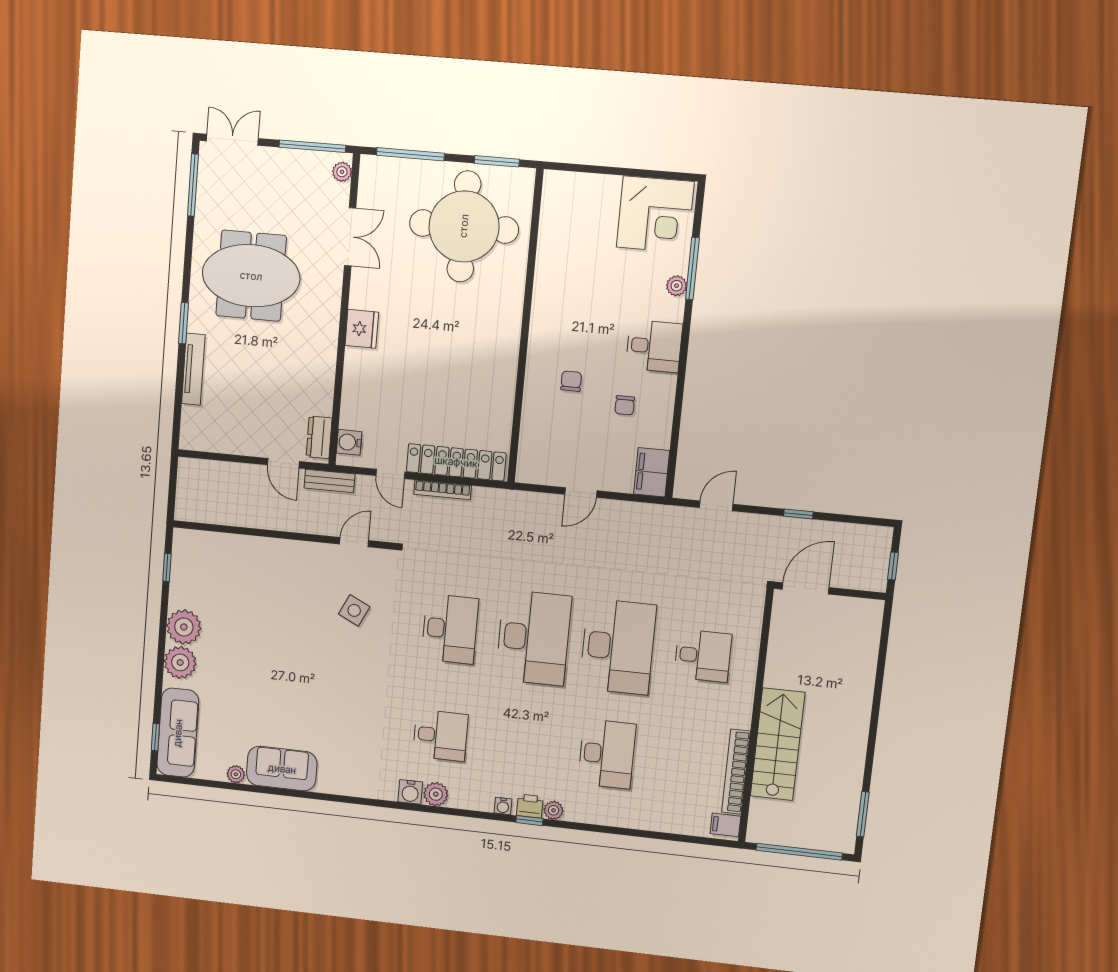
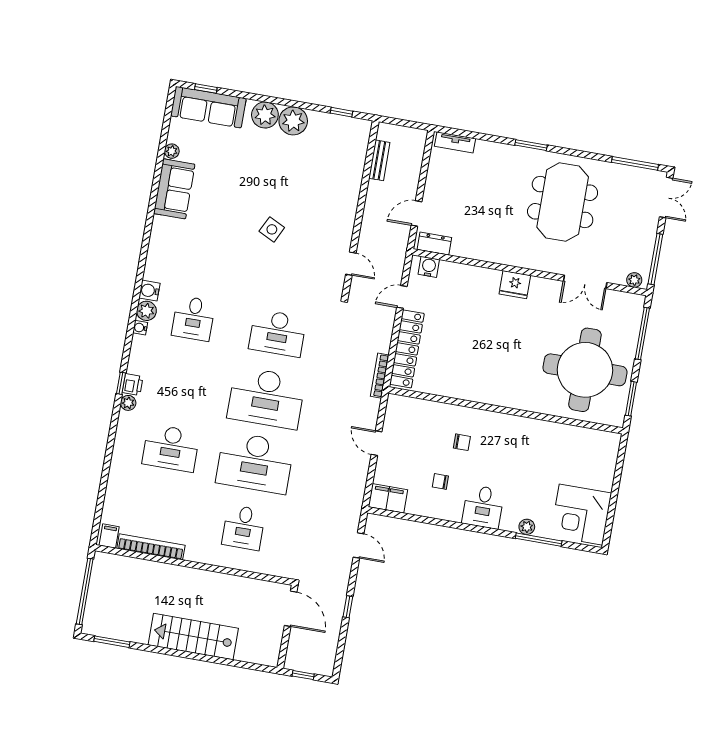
tv unit: (193, 369) -> (455, 142), moved, width x0.71
bench: (330, 481) -> (379, 160), moved
bookcase: (443, 490) -> (380, 376), moved
side table: (354, 610) -> (272, 229), moved
stairs: (778, 744) -> (193, 637), moved, turned 180
water cooler: (503, 806) -> (140, 328), moved

